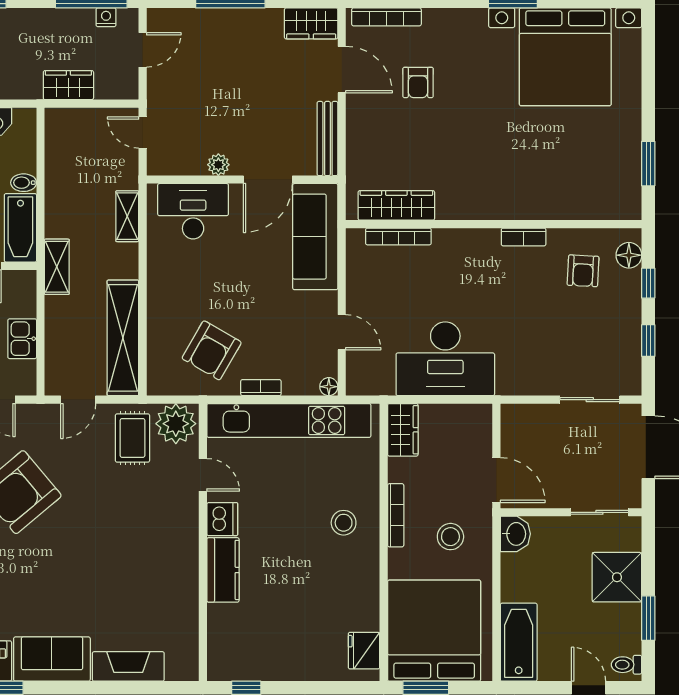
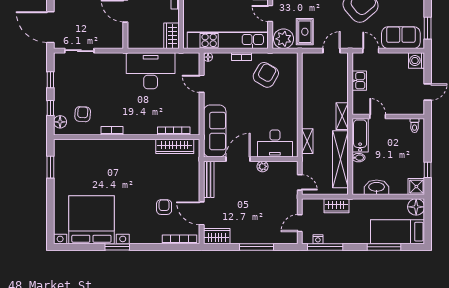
shelving: (123, 338) -> (340, 159), moved

